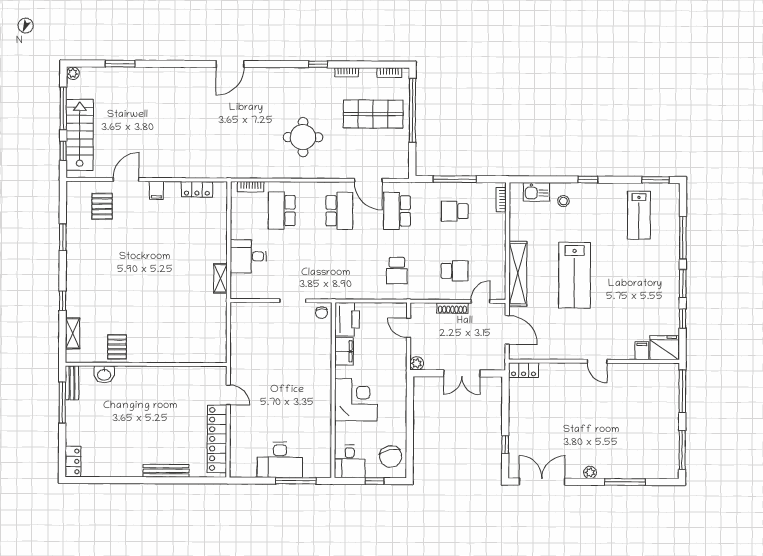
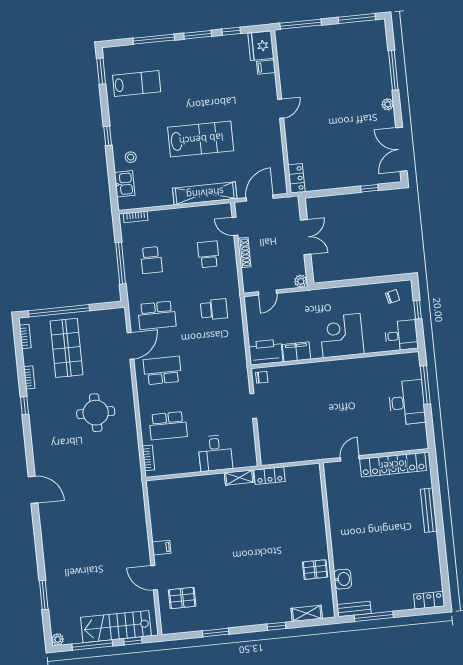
locker: (197, 189) -> (270, 476), moved, turned 90
chair: (391, 457) -> (393, 297), width x0.54, depth x0.54

